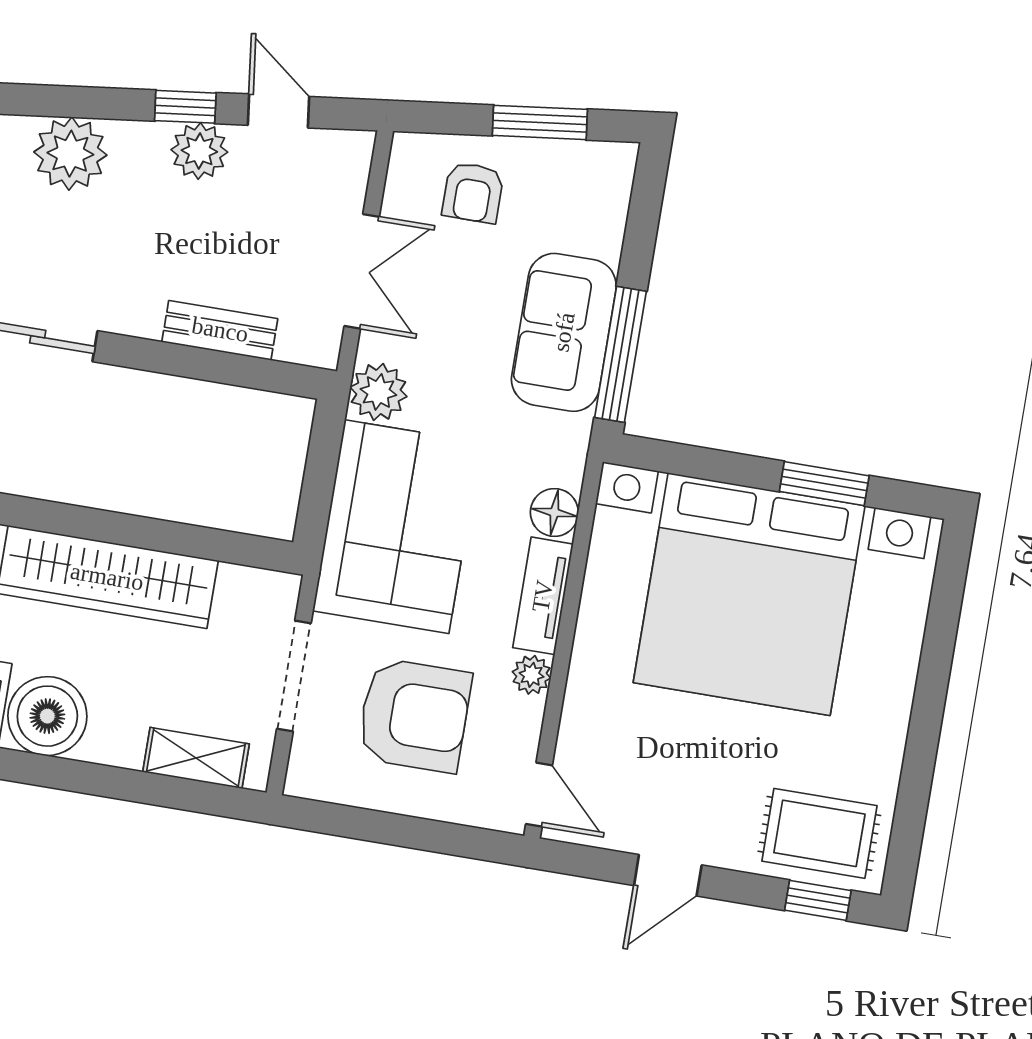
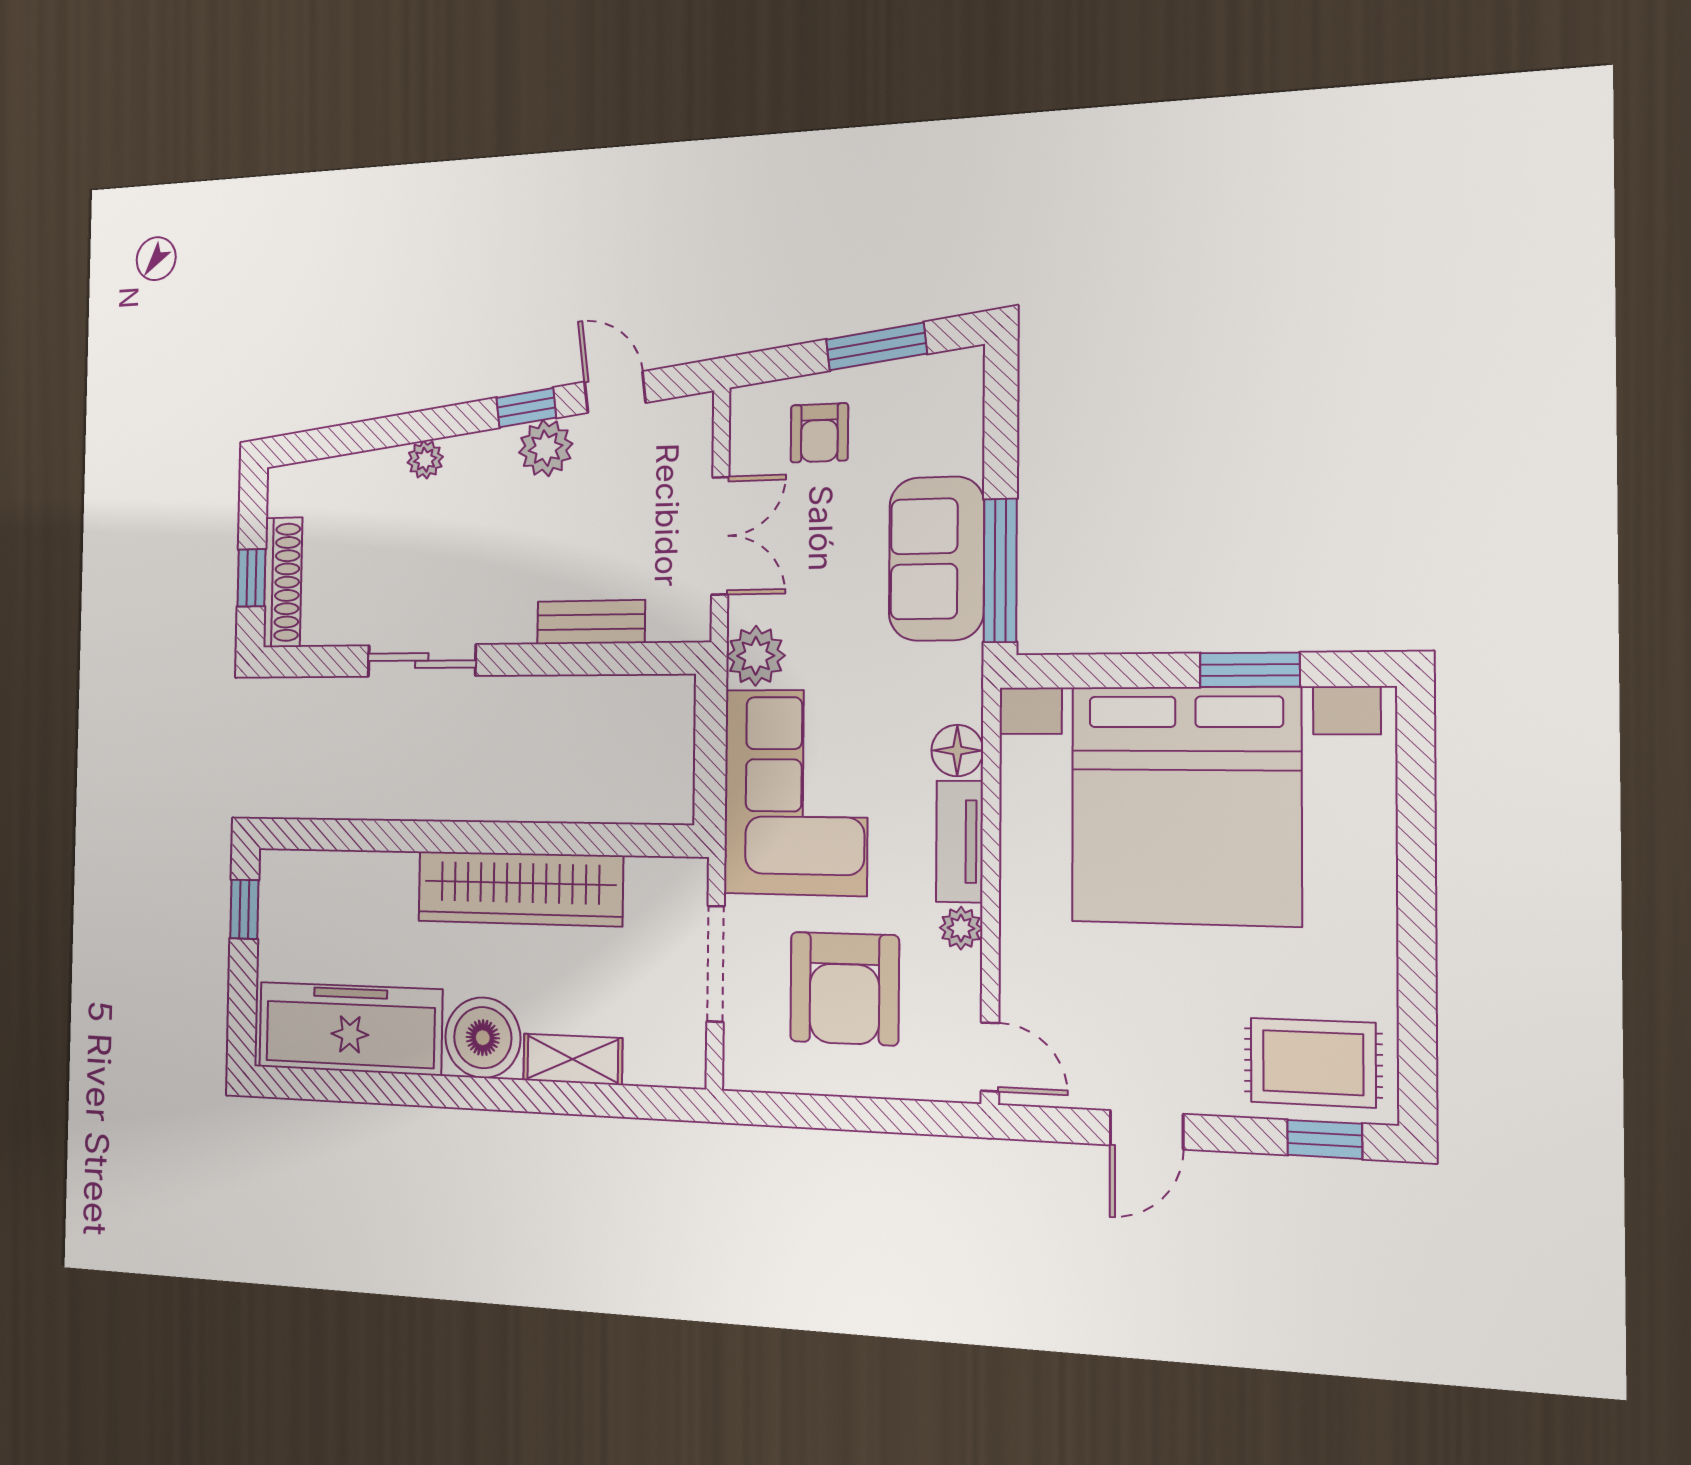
plant: (70, 154) -> (425, 460), width x0.53, depth x0.53
armchair: (414, 715) -> (844, 988), turned 90
shelving: (196, 758) -> (573, 1059), moved

